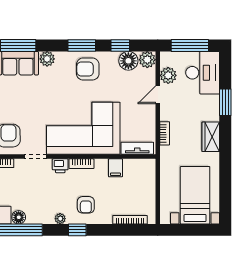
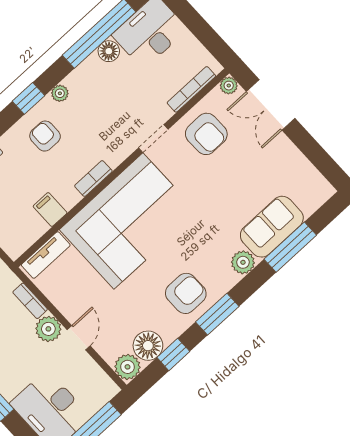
plant: (168, 75) -> (48, 329), moved
printer: (60, 166) -> (116, 154), removed

